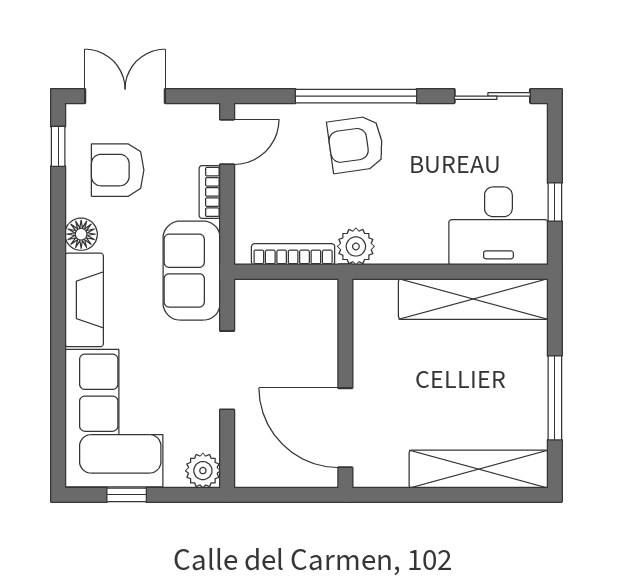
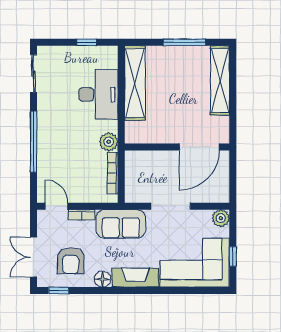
armchair: (356, 144) -> (58, 142), removed
desk: (498, 226) -> (98, 94), moved

